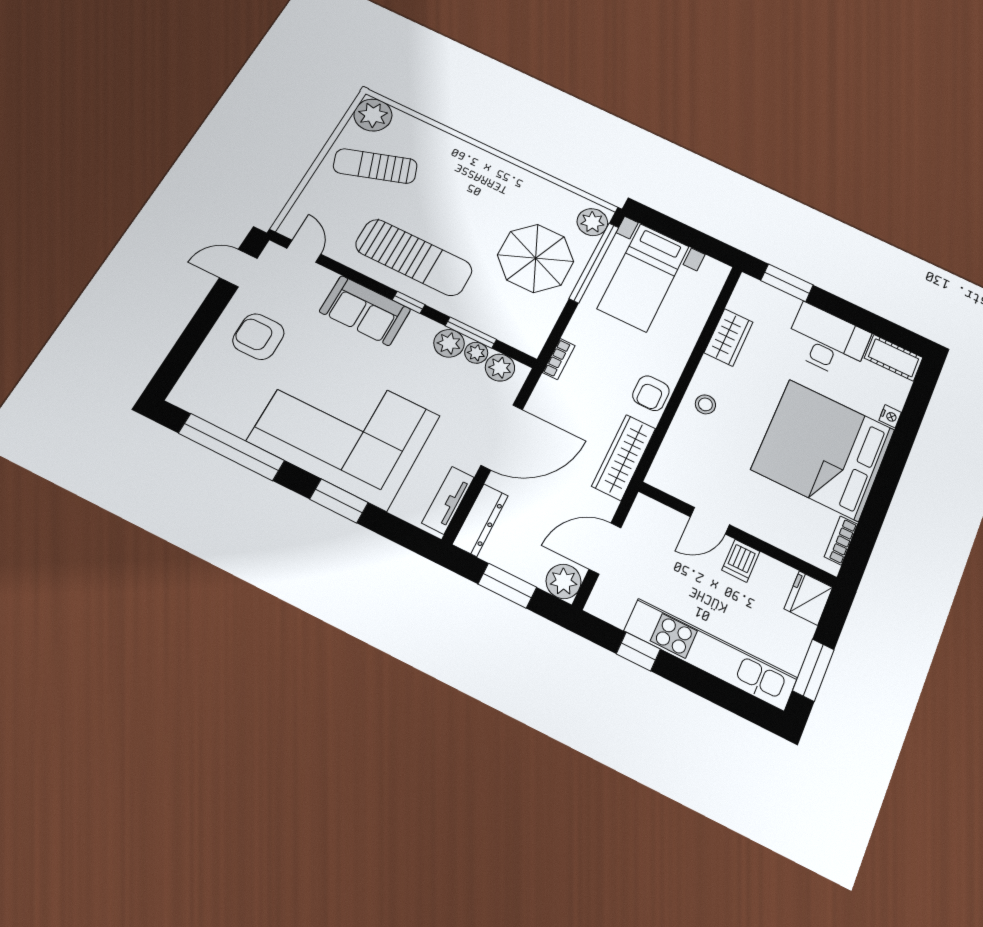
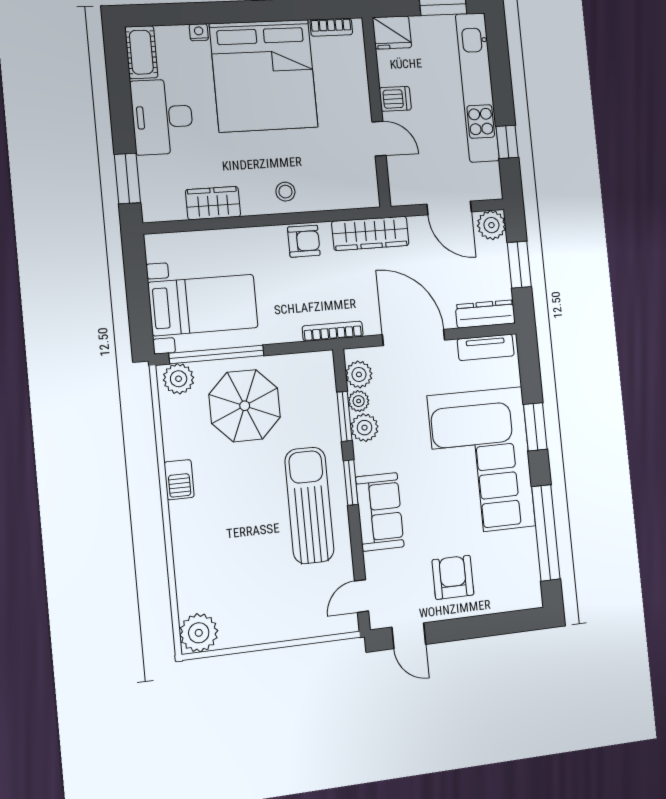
sun lounger: (375, 166) -> (247, 595), removed
barbecue: (508, 174) -> (179, 480), added
window: (409, 302) -> (351, 483), width x1.50
armchair: (258, 337) -> (453, 577), turned 180
bookcase: (559, 359) -> (333, 331), width x1.56

